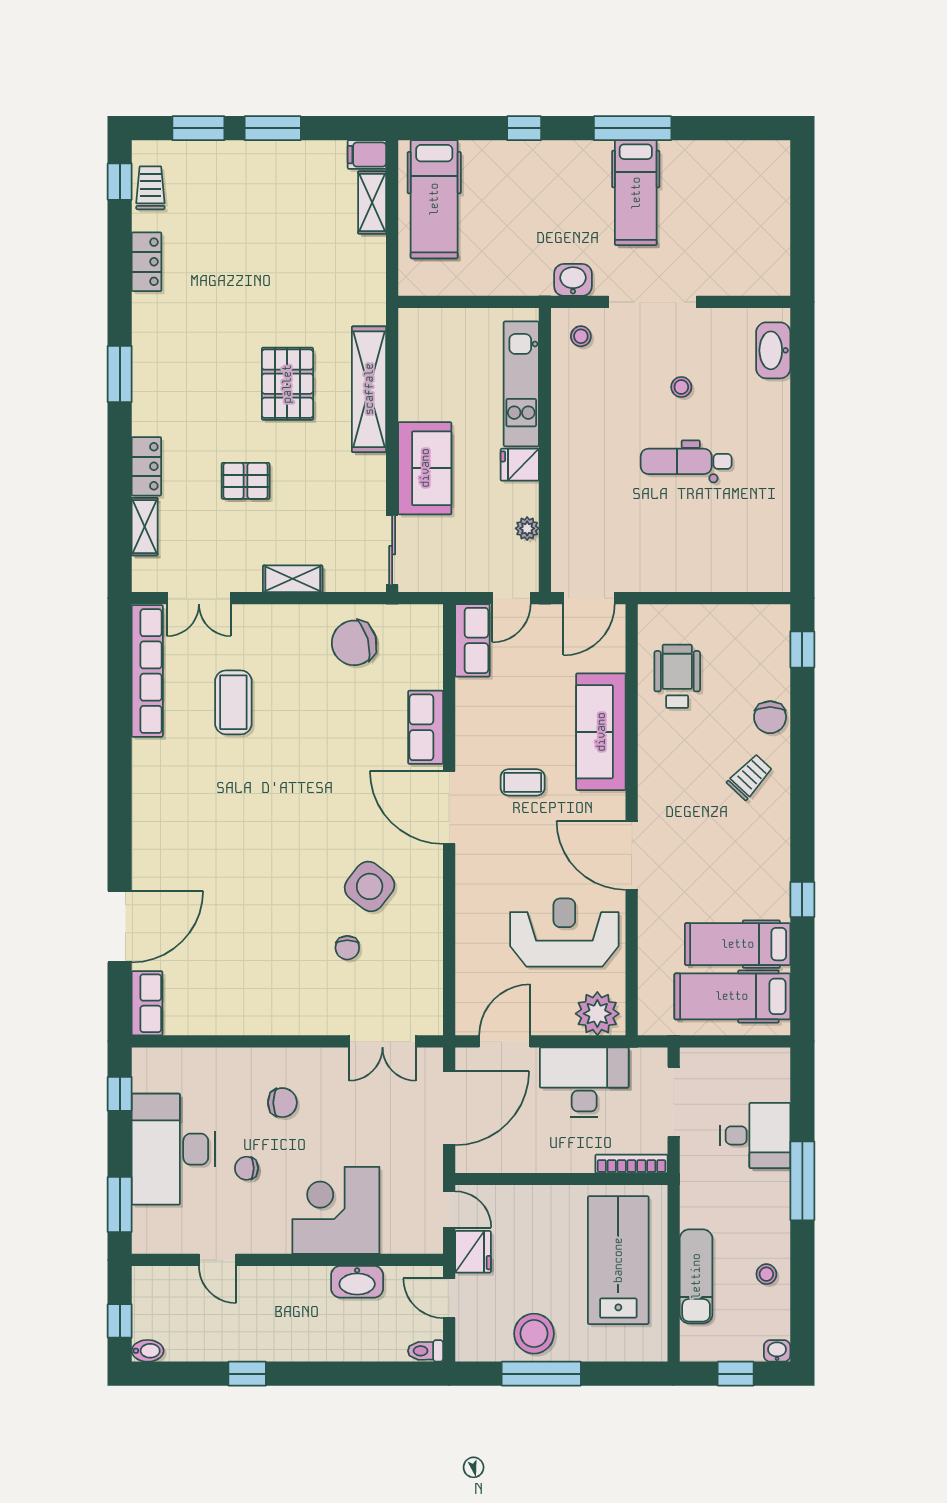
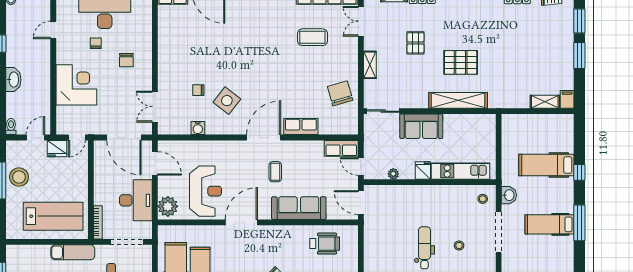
hospital bed: (434, 199) -> (546, 165), moved
water cooler: (429, 949) -> (198, 128), added
exam couch: (696, 1276) -> (73, 252), moved
washbasin: (357, 1282) -> (13, 80), moved, turned 180

